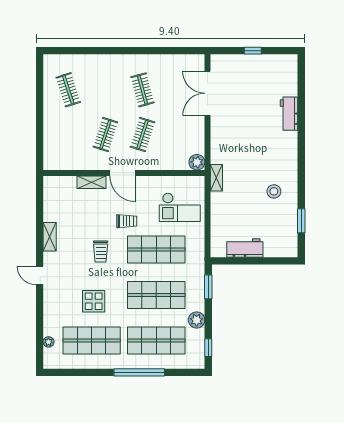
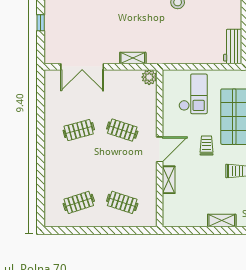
clothes rail: (105, 134) -> (122, 202), moved
shelving: (216, 178) -> (133, 58), moved
workbench: (245, 248) -> (233, 46), moved

